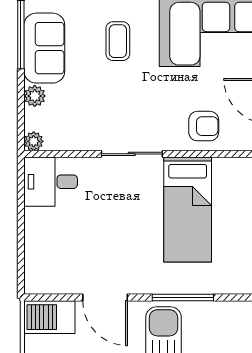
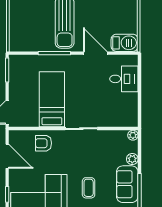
desk: (51, 182) -> (124, 79), moved

